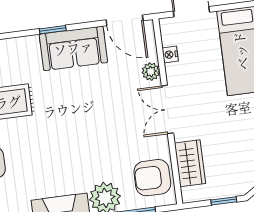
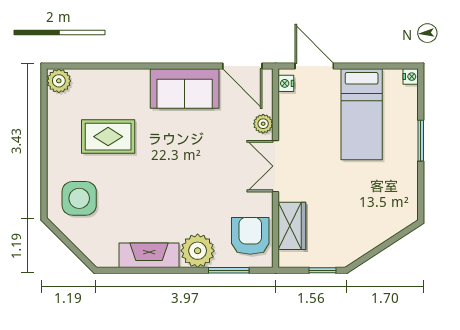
window: (53, 30) -> (165, 66), removed
nightstand: (170, 54) -> (286, 83), moved
armchair: (152, 178) -> (250, 236), turned 90

